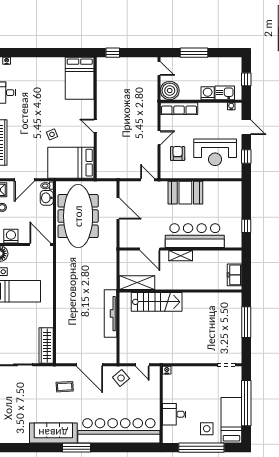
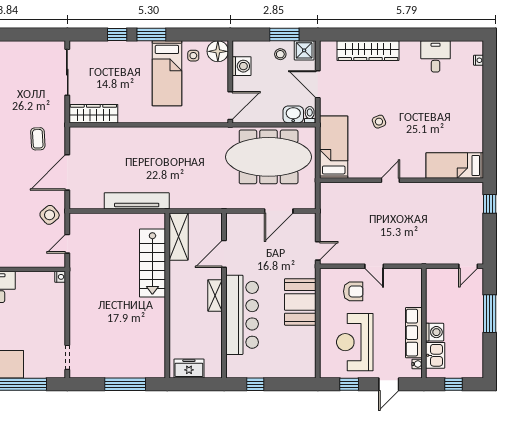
bed: (80, 78) -> (455, 165), width x0.67
boiler: (170, 91) -> (438, 281), removed
row of seats: (179, 109) -> (414, 333), moved
bed: (71, 163) -> (334, 147), width x0.67

